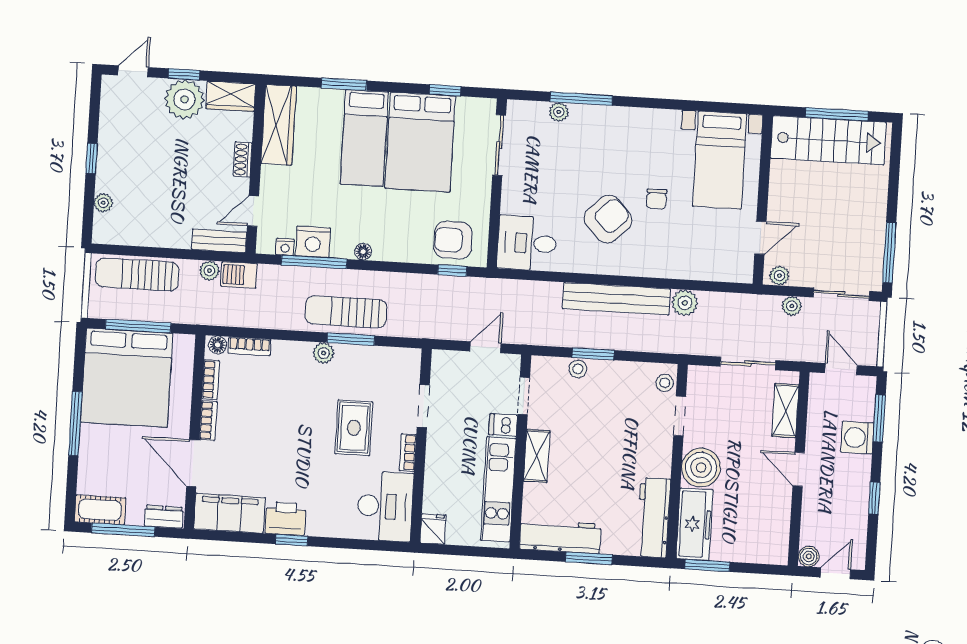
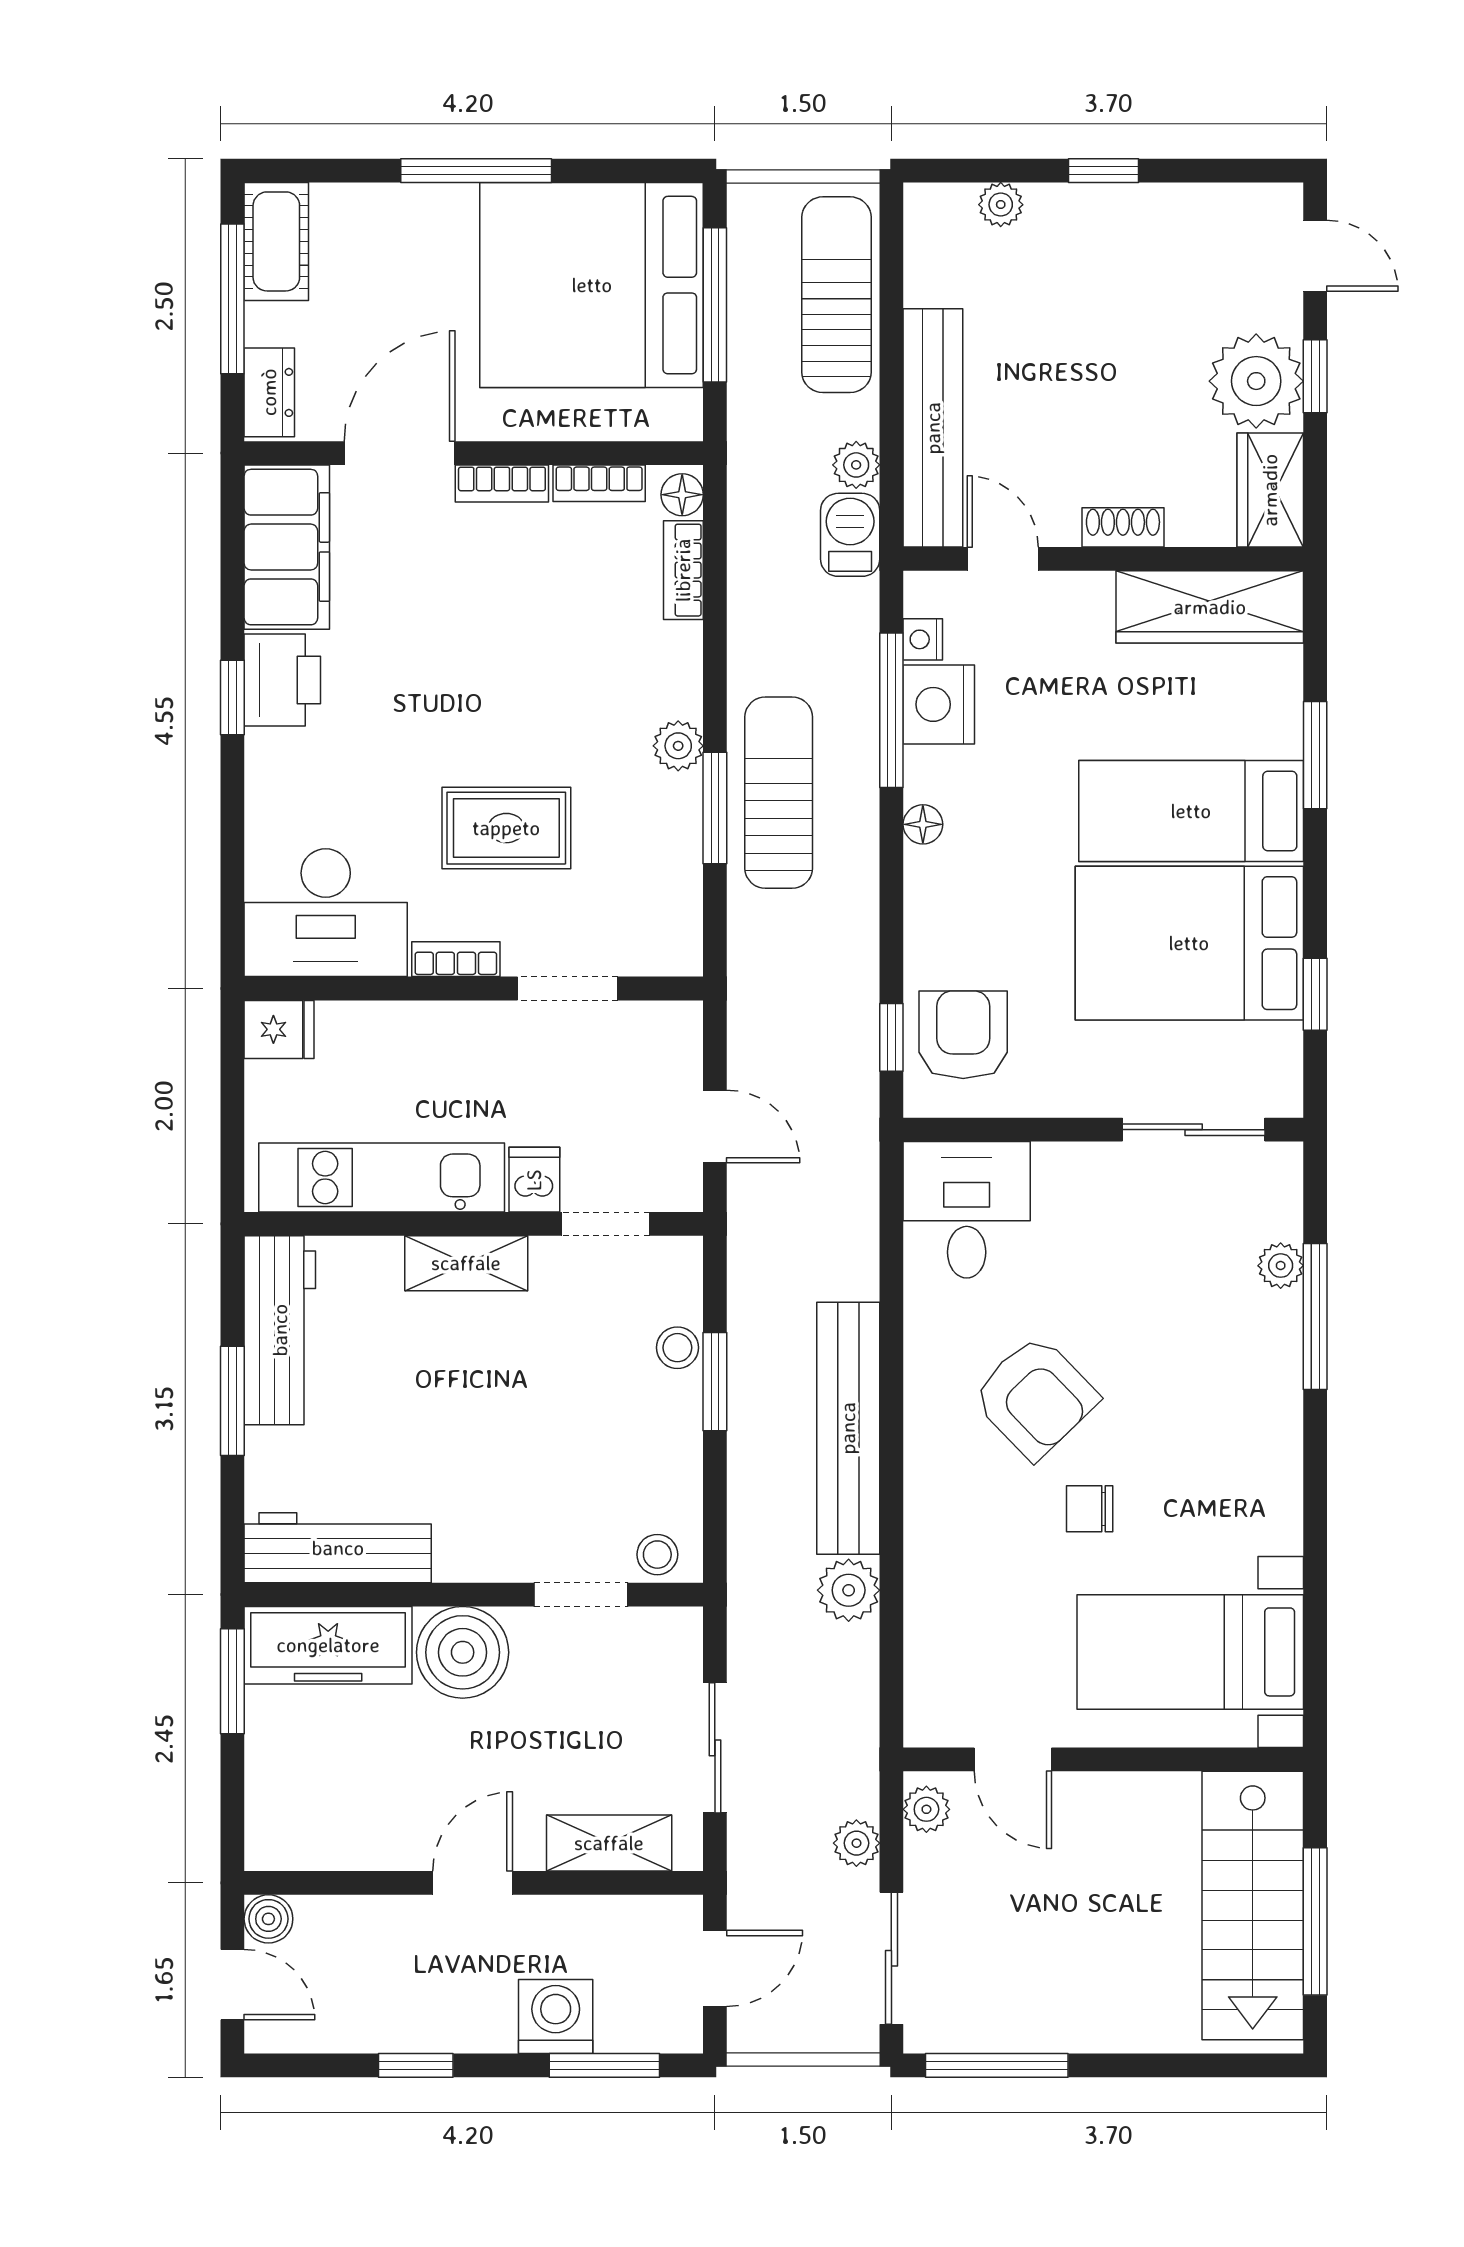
bench: (219, 241) -> (933, 428), width x1.86, depth x1.21

